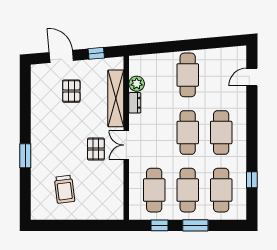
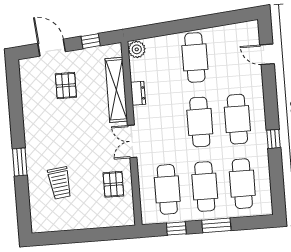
door: (252, 77) -> (267, 54), hinge flipped
plant: (137, 84) -> (137, 49), moved
pallet: (96, 149) -> (113, 184), moved
window: (252, 180) -> (273, 139), moved
trolley: (65, 189) -> (60, 183), moved

